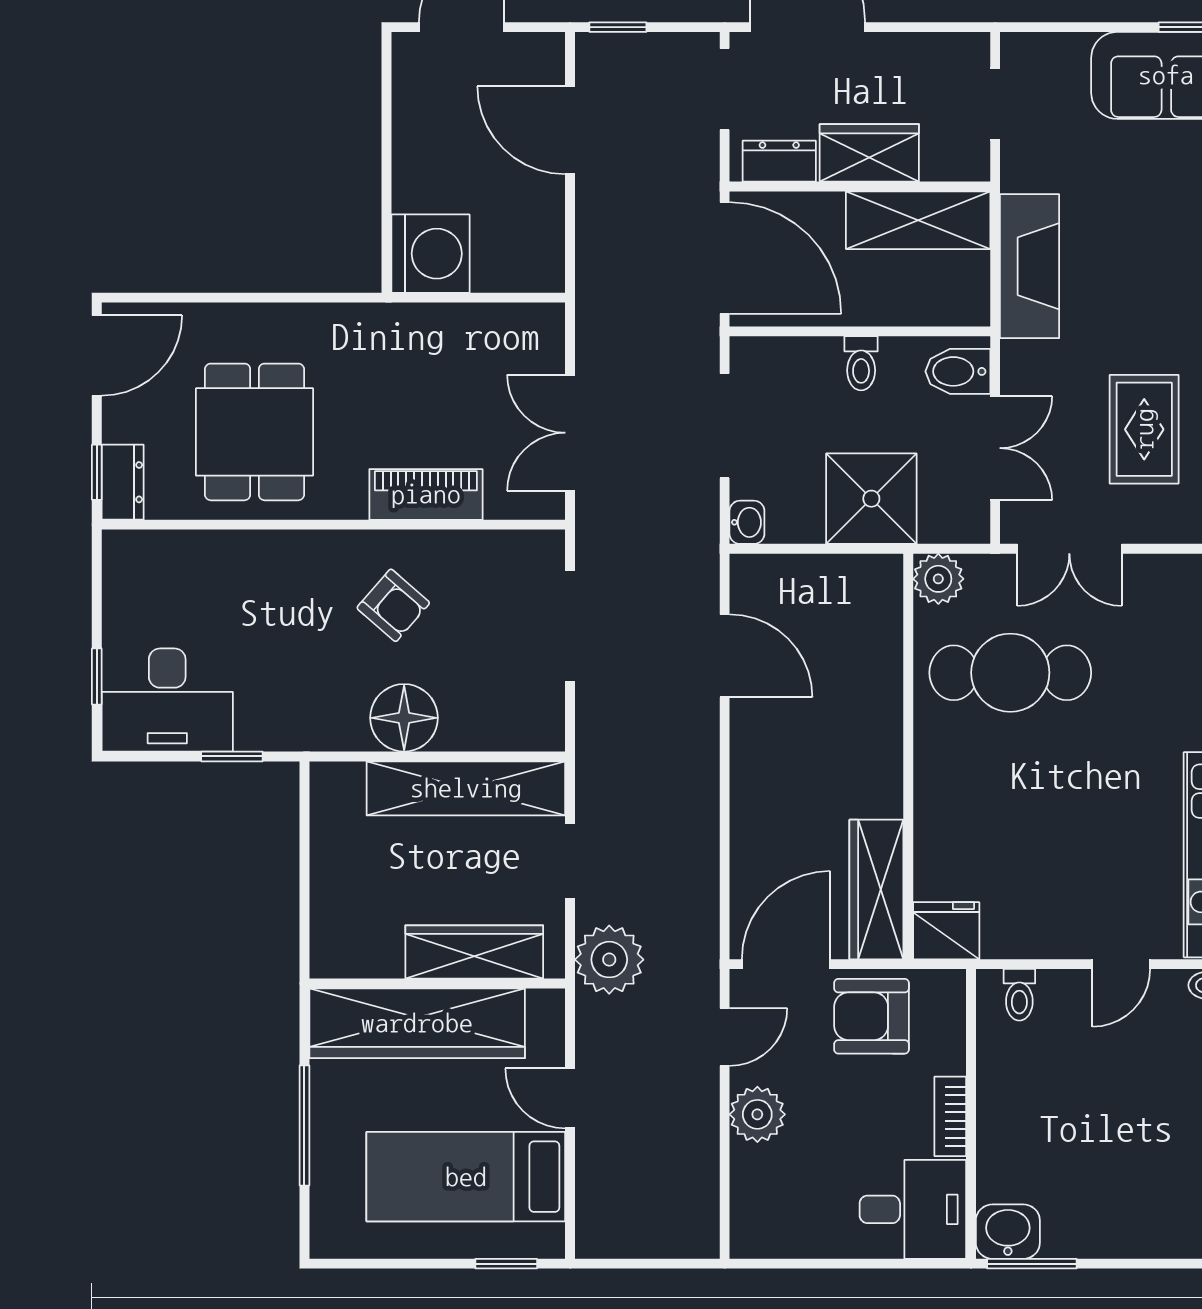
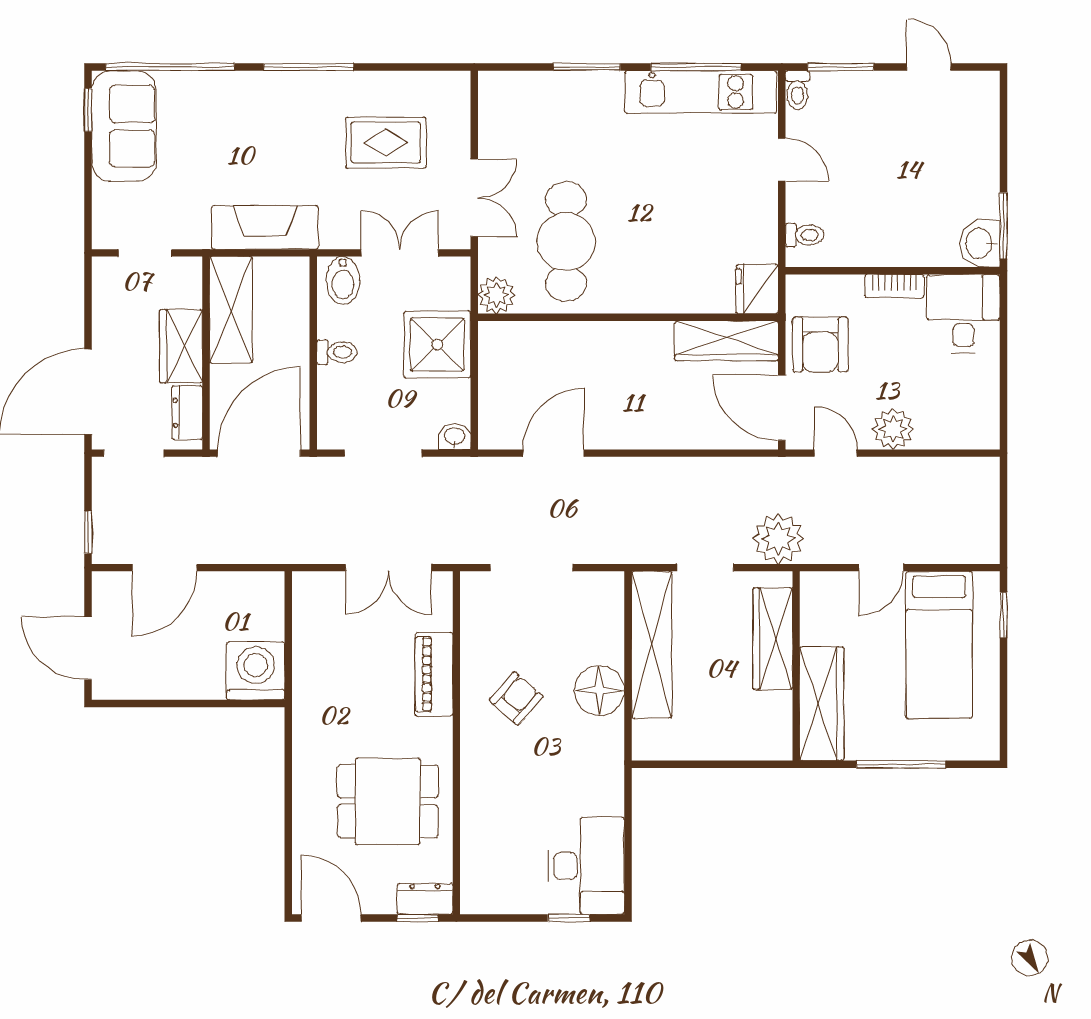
window: (232, 756) -> (628, 818), removed
wardrobe: (417, 1023) -> (822, 704), width x0.71, depth x0.85

